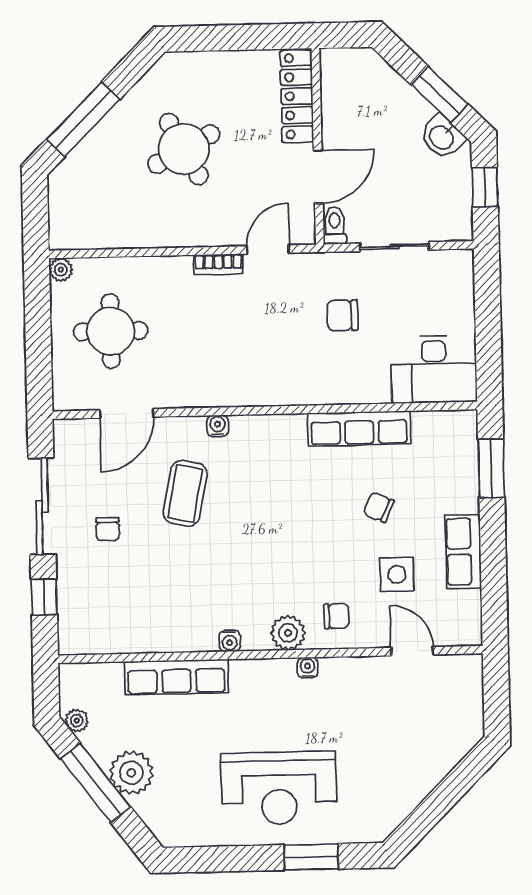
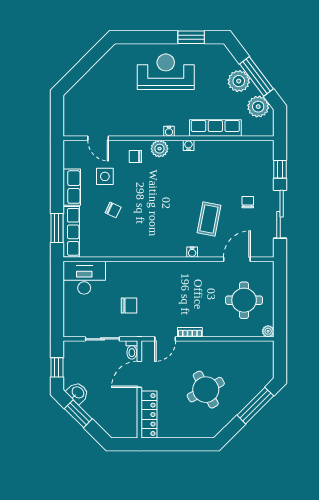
row of seats: (359, 428) -> (71, 232), moved, turned 90
water cooler: (308, 668) -> (169, 131), moved
plant: (77, 721) -> (258, 107), width x1.87, depth x1.87
window: (311, 857) -> (191, 37), moved

